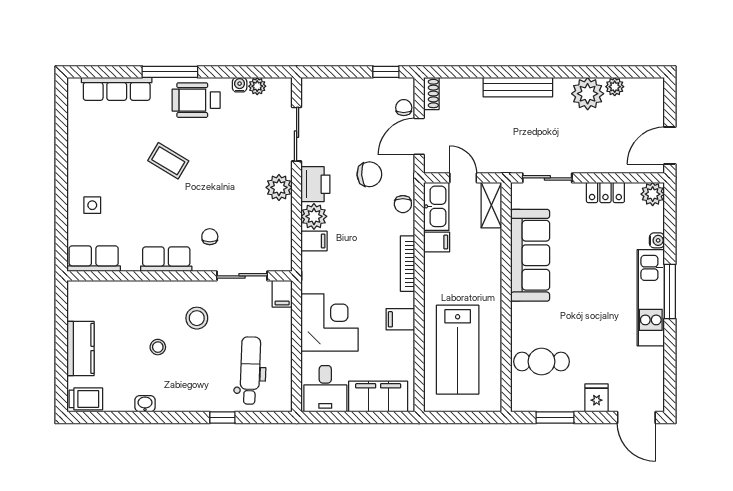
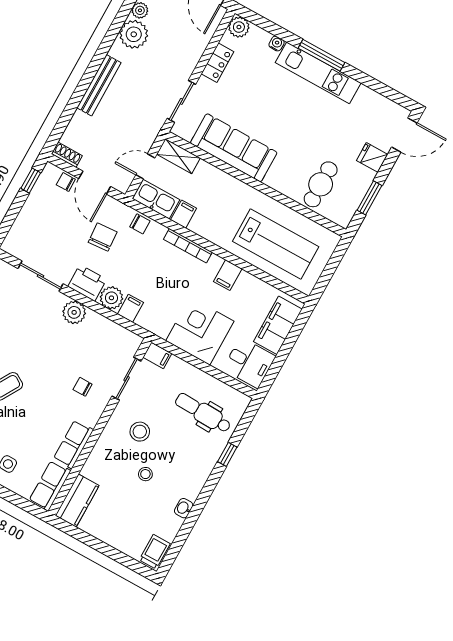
row of seats: (166, 259) -> (73, 444), moved
kitchen counter: (80, 348) -> (77, 501), moved, turned 90

